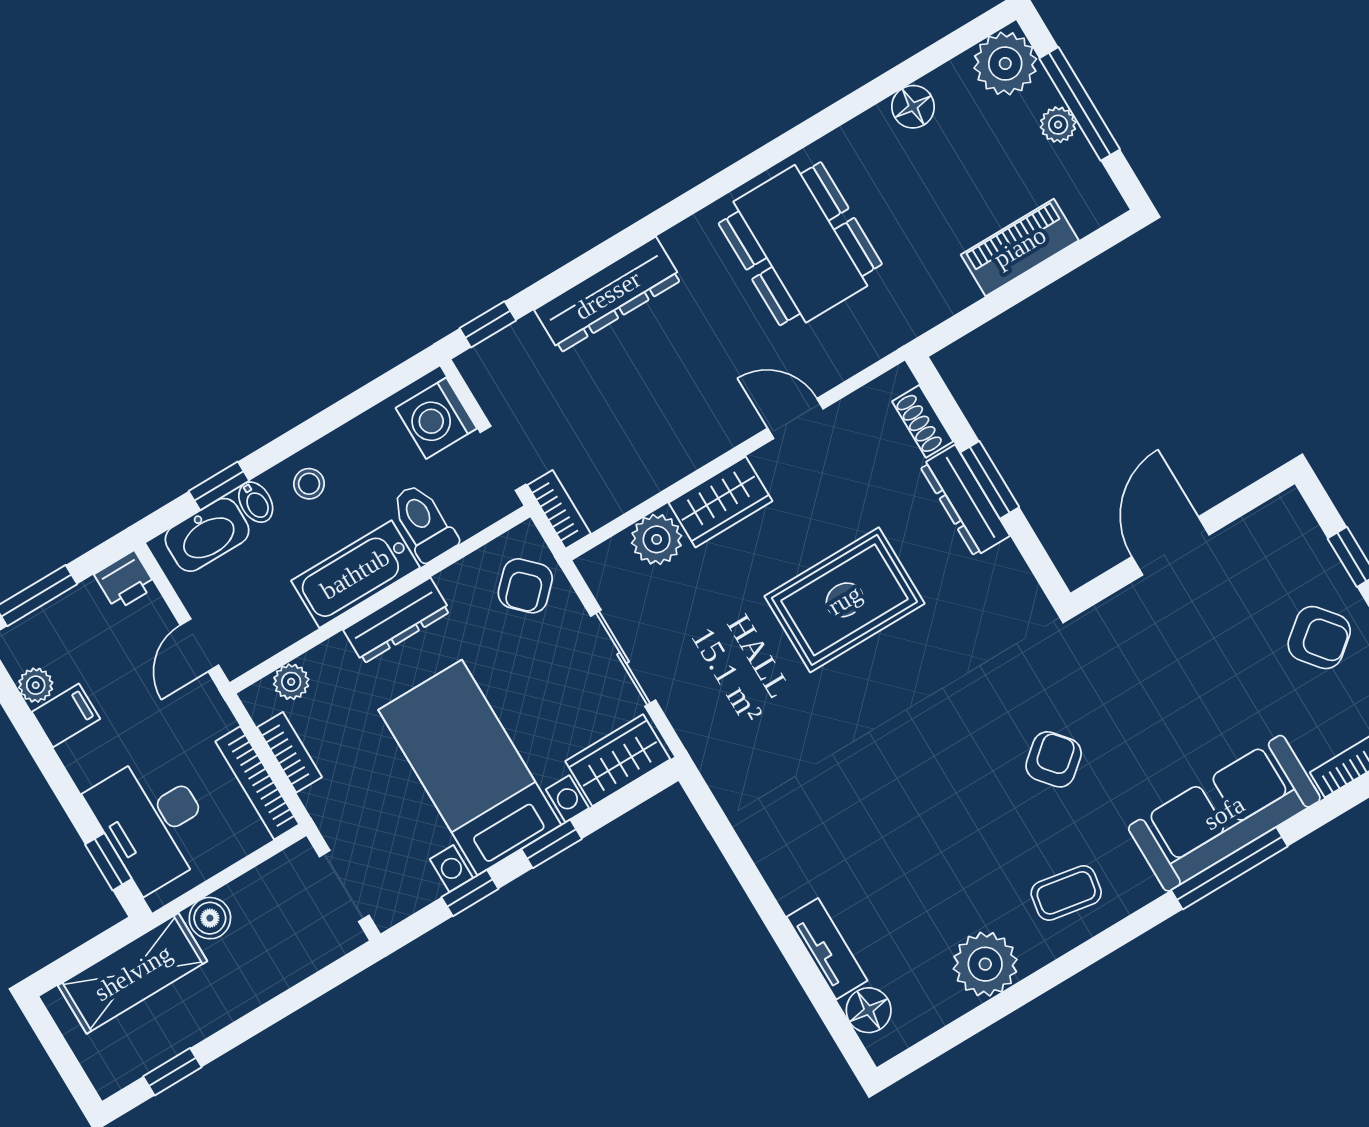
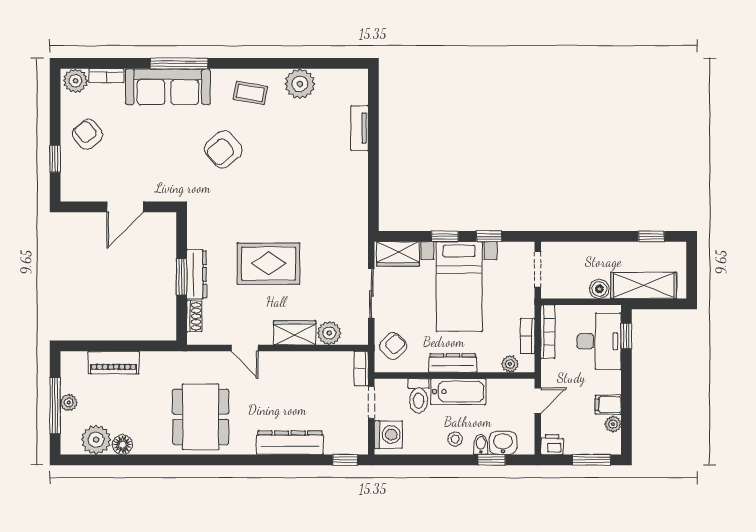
plant: (1005, 64) -> (96, 440), moved
washbasin: (207, 535) -> (503, 443), width x0.72
armchair: (1054, 759) -> (223, 149), width x1.38, depth x1.38
floor lamp: (869, 1010) -> (358, 93), removed

